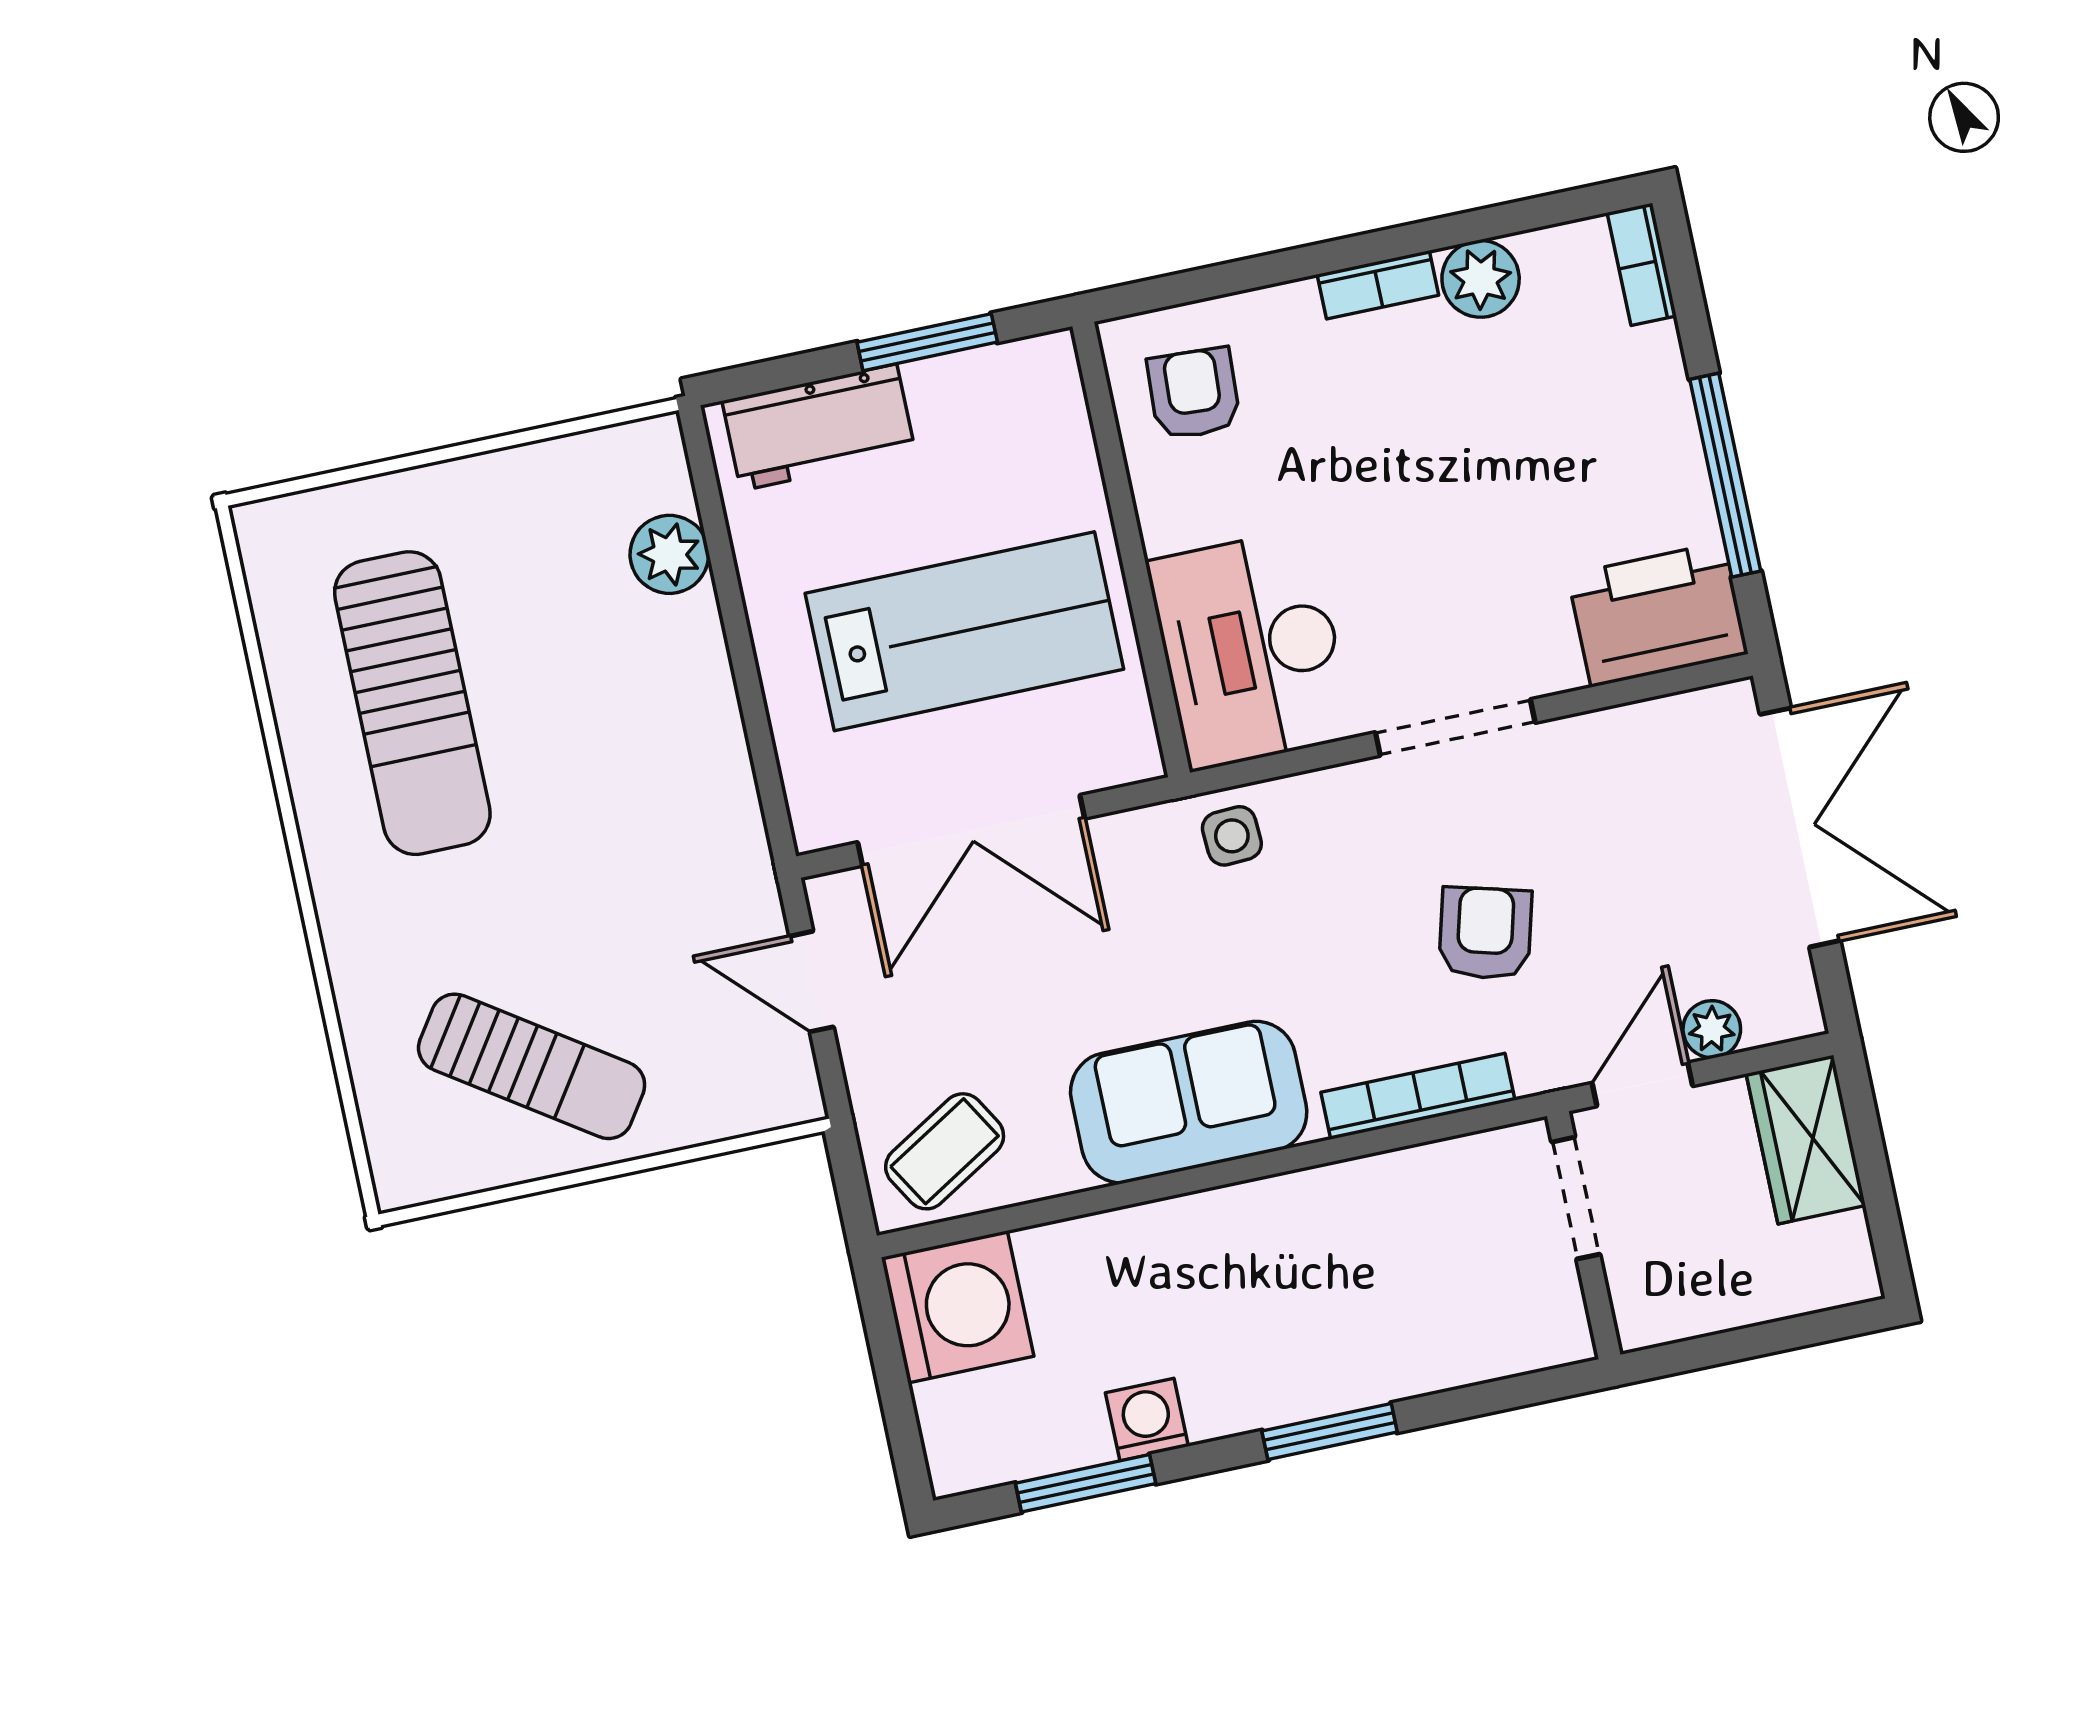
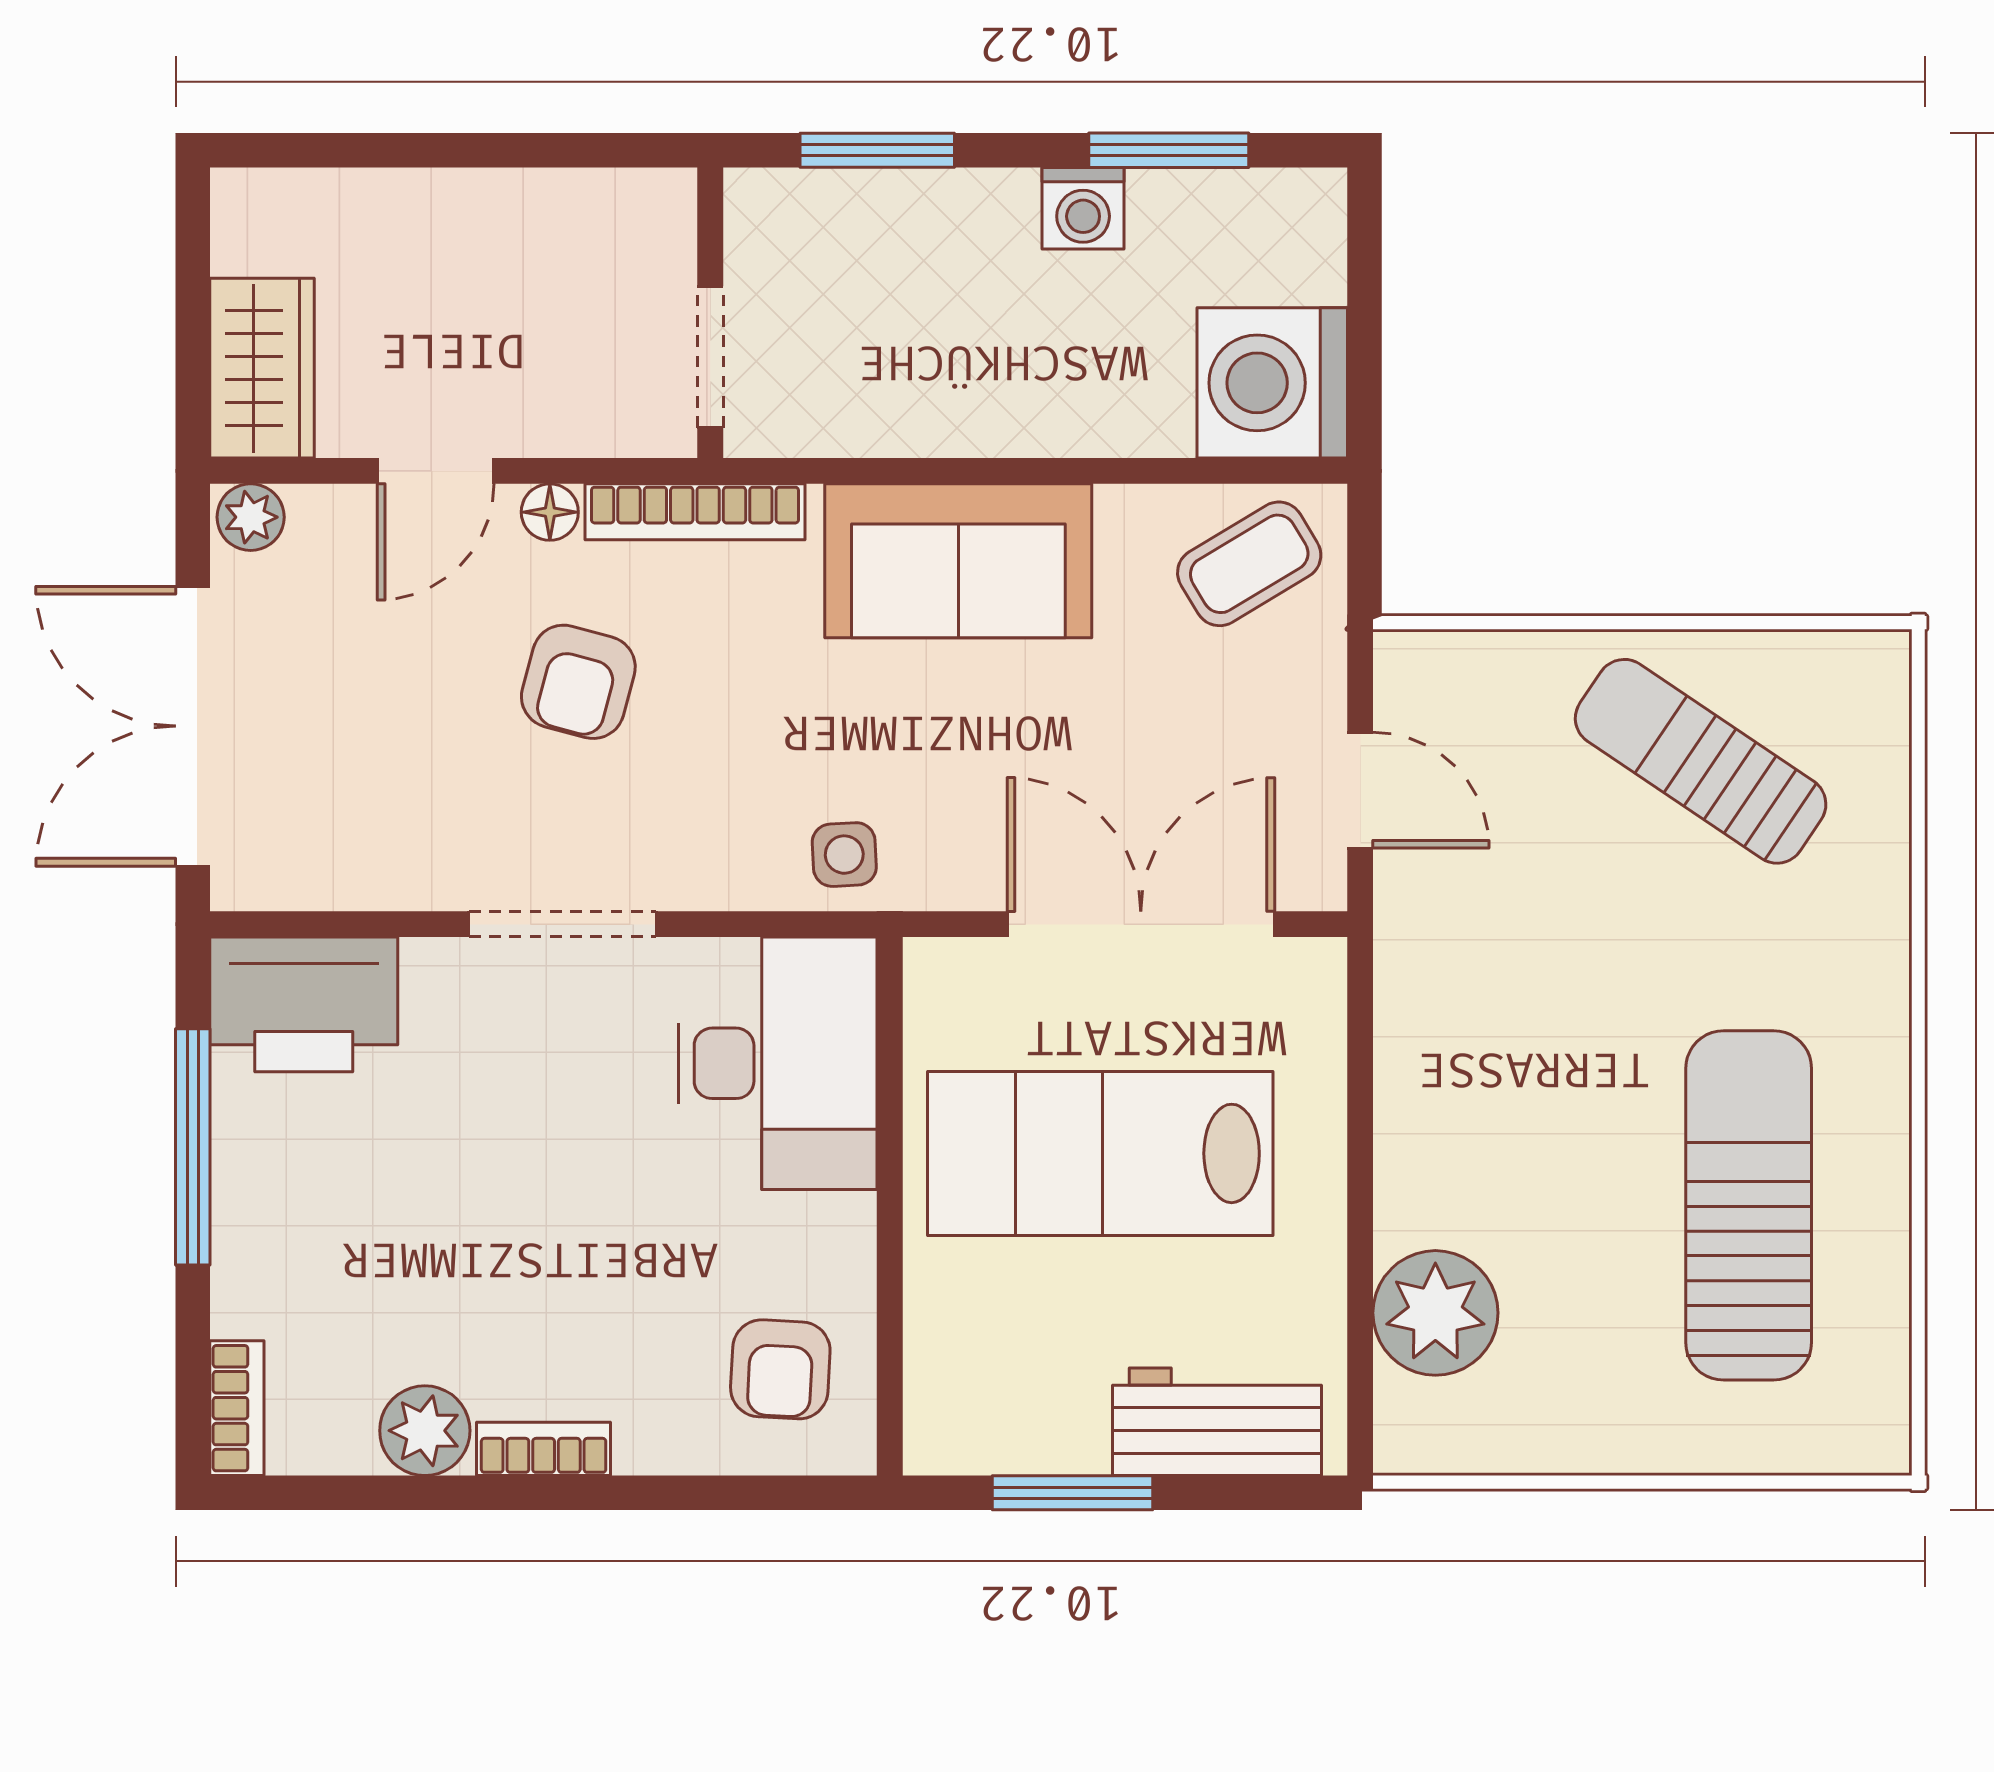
plant: (669, 554) -> (1435, 1313), width x1.36, depth x1.36
plant: (1712, 1029) -> (251, 517), moved
floor lamp: (1539, 1070) -> (550, 512), added
doorway: (1576, 1198) -> (710, 357), moved
wall: (1584, 1235) -> (710, 313), moved

